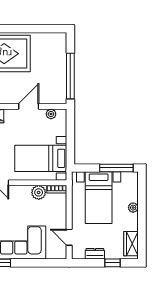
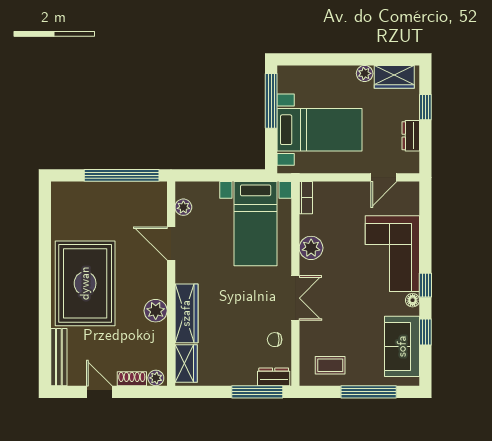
plant: (39, 192) -> (311, 248), moved
plant: (133, 208) -> (365, 73), moved

